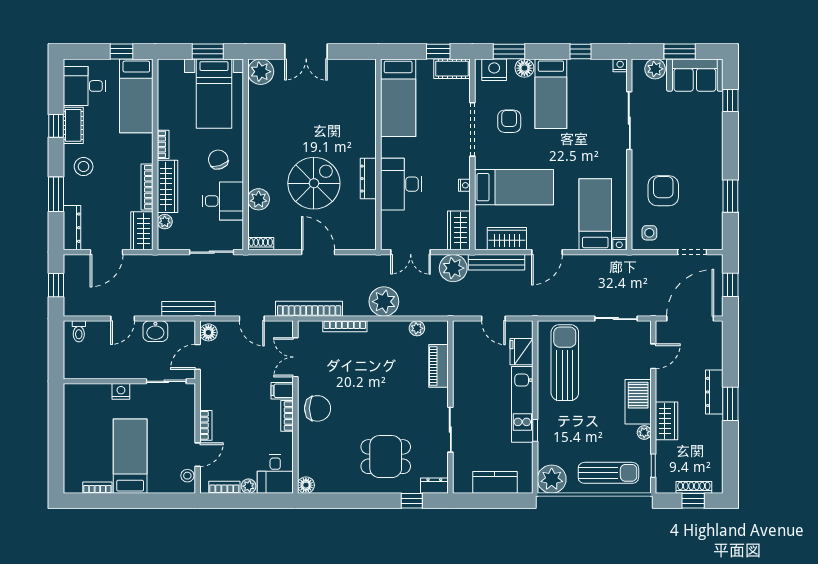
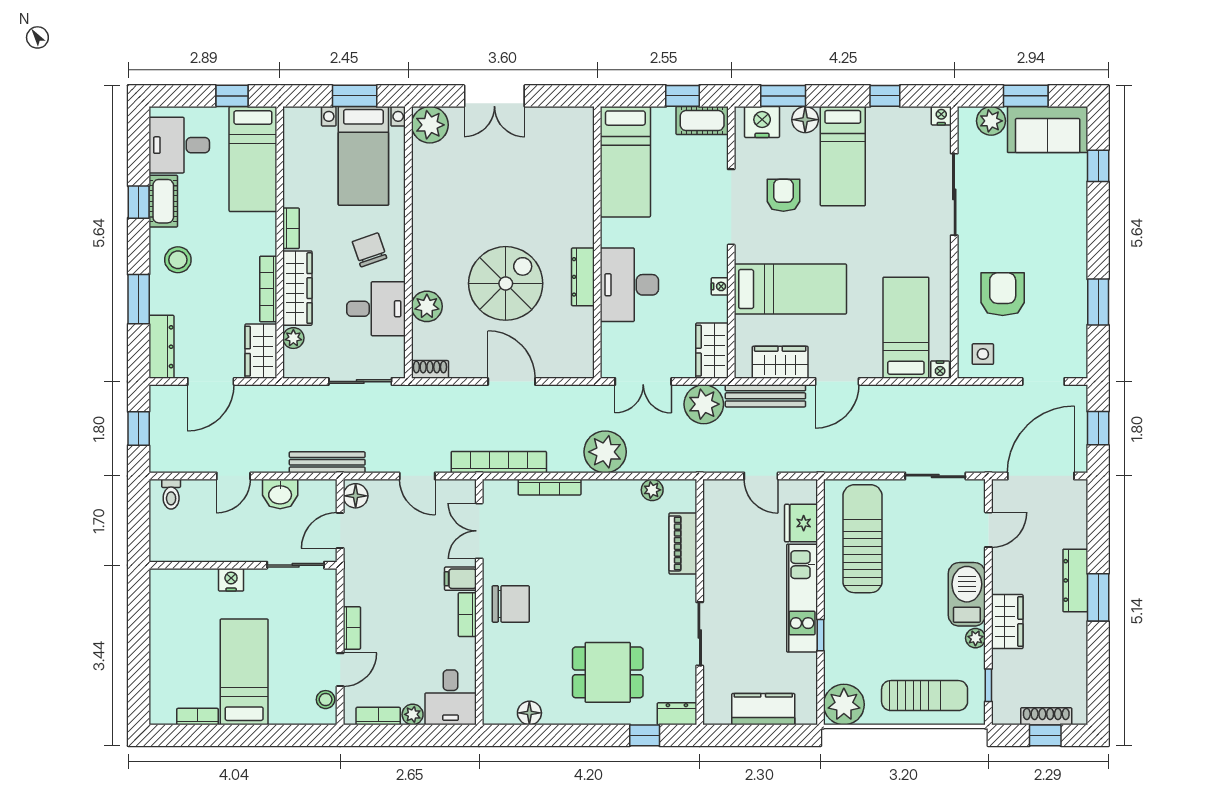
floor lamp: (306, 485) -> (529, 713), moved

